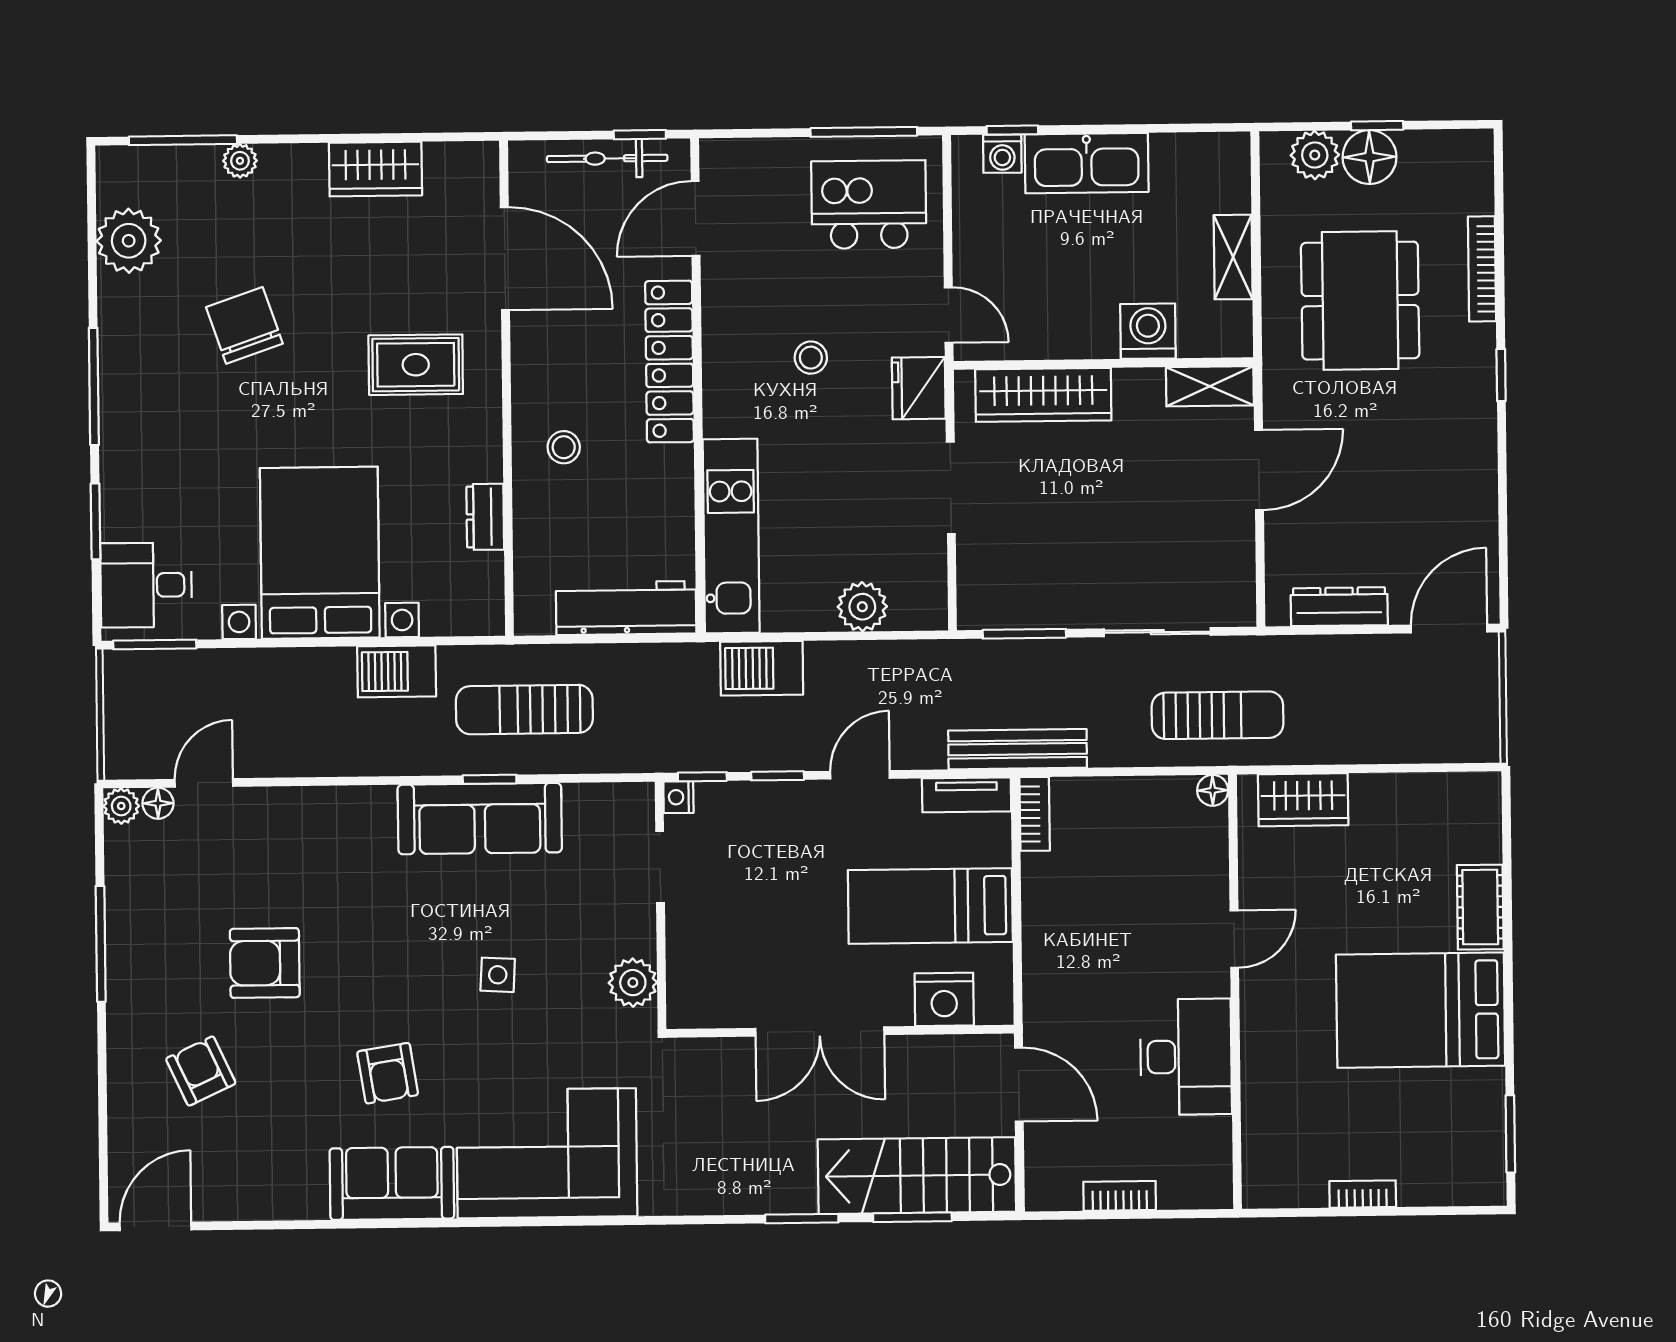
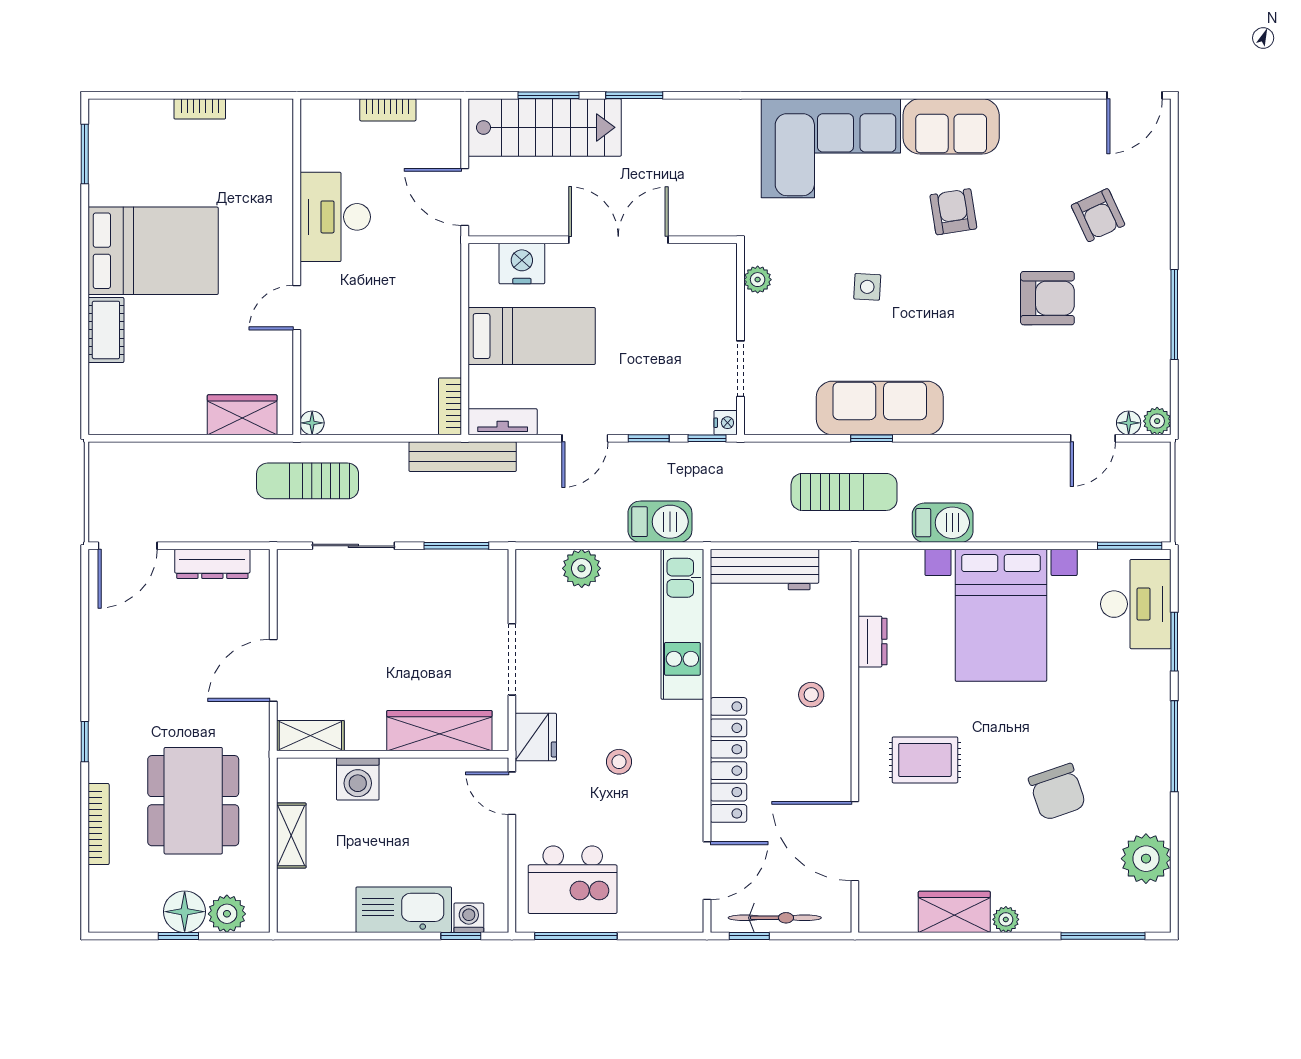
plant: (240, 161) -> (1006, 919), moved
desk: (146, 585) -> (1136, 604), width x1.37
plant: (633, 983) -> (758, 280), width x0.73, depth x0.73

